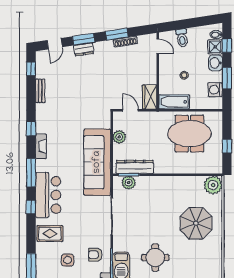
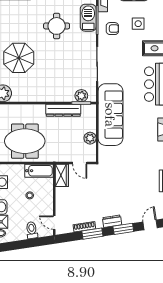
dresser: (84, 49) -> (112, 221), moved
dresser: (135, 167) -> (63, 110), moved

